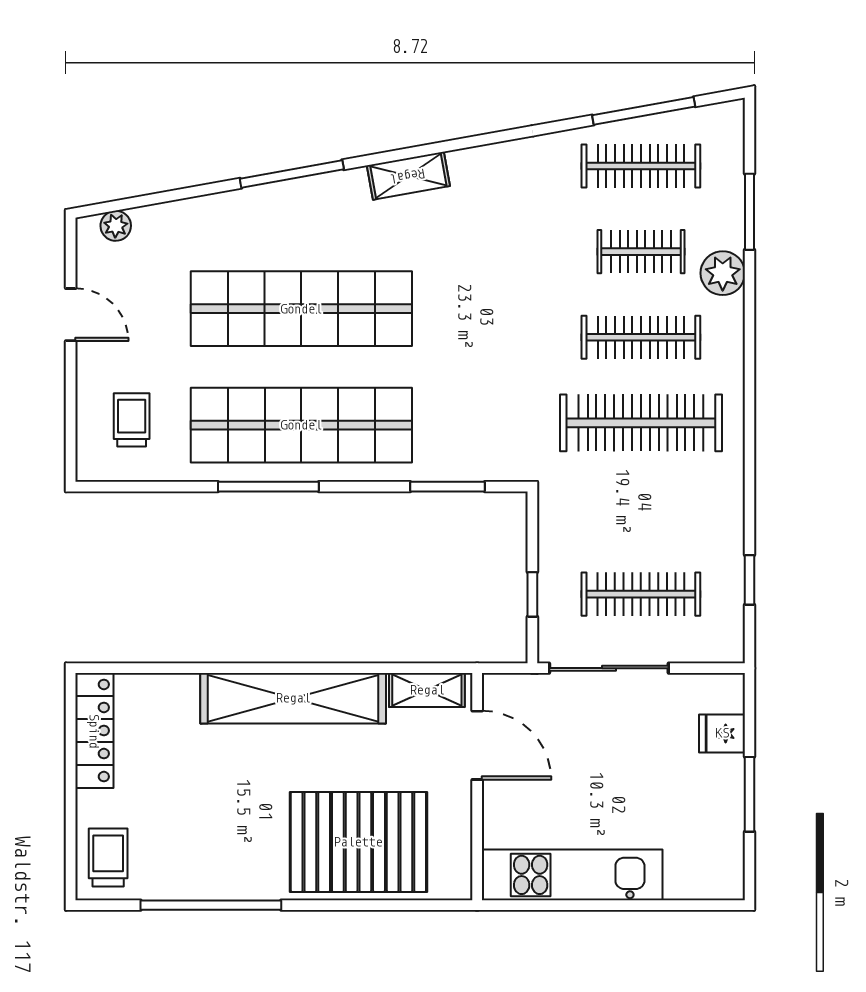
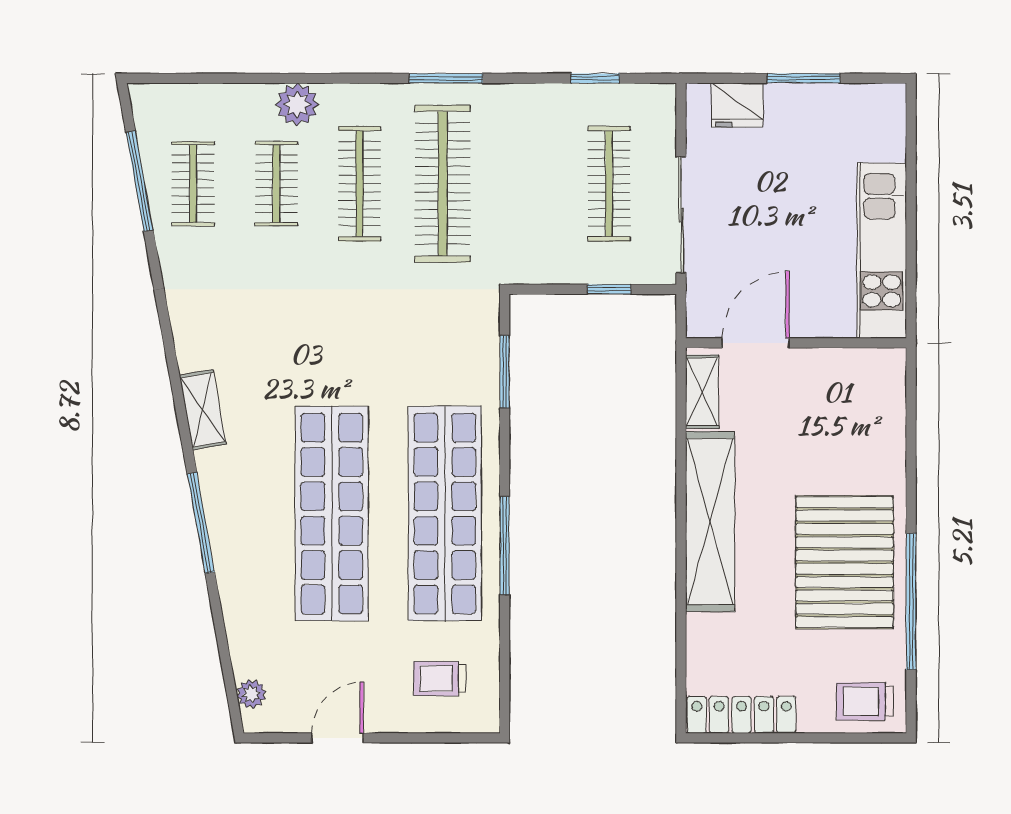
clothes rail: (641, 166) -> (193, 184), width x0.73
window: (750, 212) -> (446, 78), moved
fridge: (722, 733) -> (737, 105), width x1.38
pallet: (358, 842) -> (845, 562), moved

